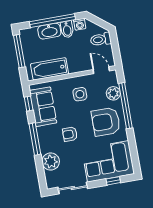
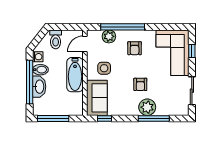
bathtub: (50, 69) -> (75, 75), moved
sofa: (43, 107) -> (97, 98), moved, turned 90
armchair: (106, 122) -> (135, 48), width x0.53, depth x0.53
window: (35, 139) -> (154, 118), moved
plant: (51, 162) -> (147, 107), moved

